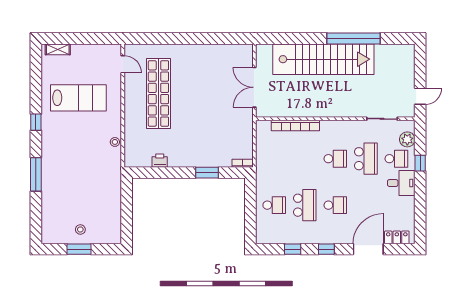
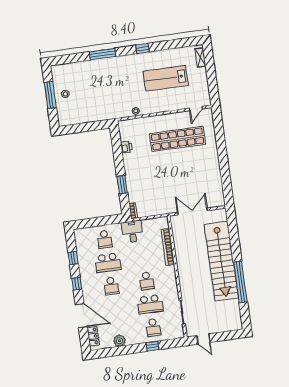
lab bench: (78, 98) -> (166, 78), turned 90
plant: (407, 139) -> (119, 341), moved
desk: (401, 183) -> (132, 232), moved, turned 180
window: (79, 249) -> (50, 95), width x1.44

